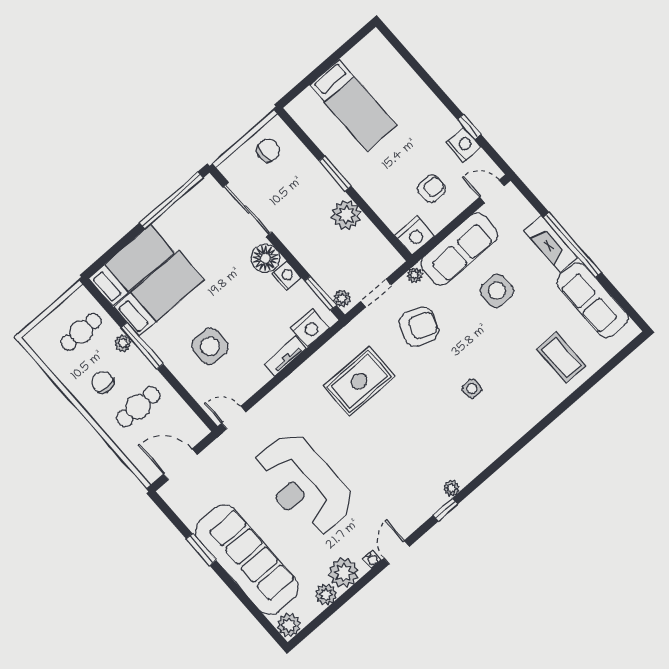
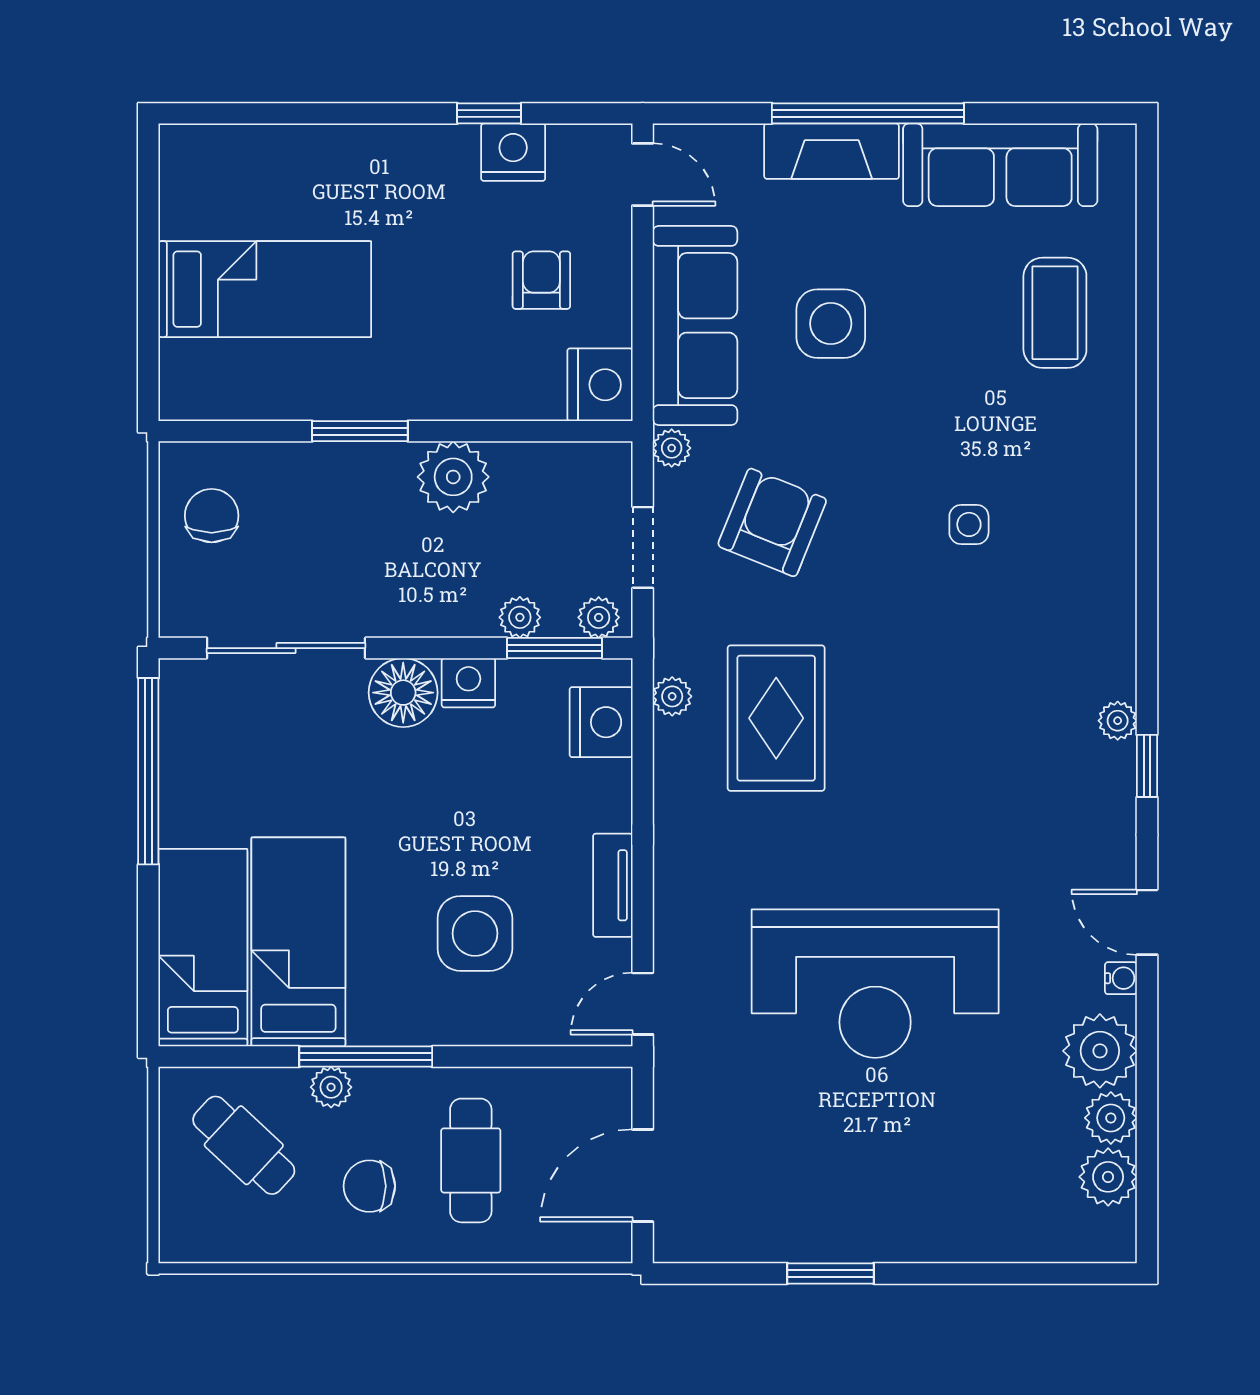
door: (492, 192) -> (643, 175), swing flipped
plant: (321, 274) -> (520, 617), added
cafe table: (81, 332) -> (244, 1145), turned -47
plant: (338, 343) -> (672, 696), added
tv unit: (285, 356) -> (613, 885), moved
coffee table: (561, 358) -> (1055, 313), turned 90
sofa: (247, 560) -> (922, 1206), removed
plant: (289, 625) -> (1108, 1177), moved

